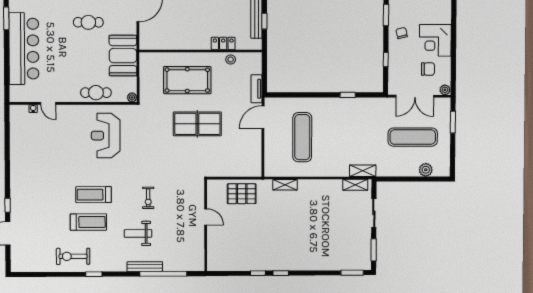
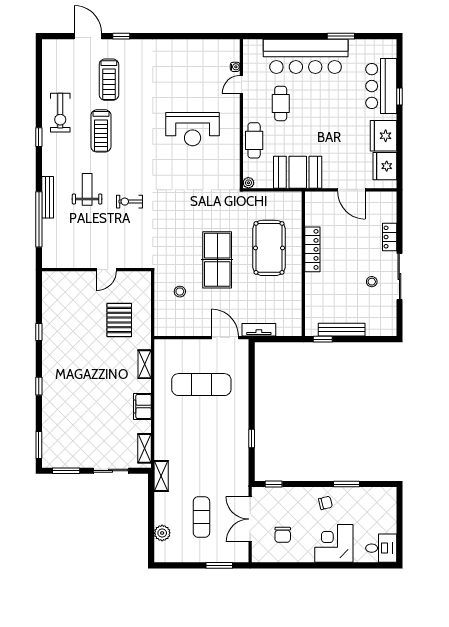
window: (264, 21) -> (323, 339), moved
cafe table: (88, 22) -> (281, 103), moved
corner desk: (435, 40) -> (334, 543), moved
locker: (223, 43) -> (312, 249), moved, width x1.53
stool: (231, 59) -> (180, 292), moved
window: (386, 59) -> (274, 484), moved
plant: (445, 90) -> (258, 555), removed
reception desk: (106, 136) -> (193, 129), moved, turned 180
exercise mat: (413, 137) -> (201, 517), width x0.73, depth x0.69
shelving: (363, 171) -> (161, 476), moved
filing cabinet: (320, 187) -> (142, 406), added
pallet: (242, 194) -> (119, 320), moved
treadmill: (94, 195) -> (109, 80), moved, turned 180
exercise bike: (73, 256) -> (60, 113), turned 180
window: (281, 273) -> (39, 386), moved

